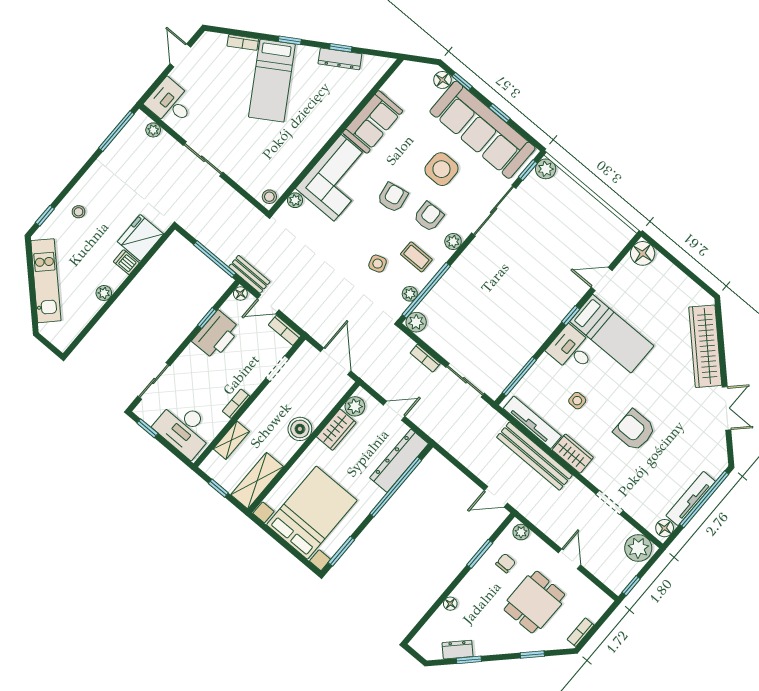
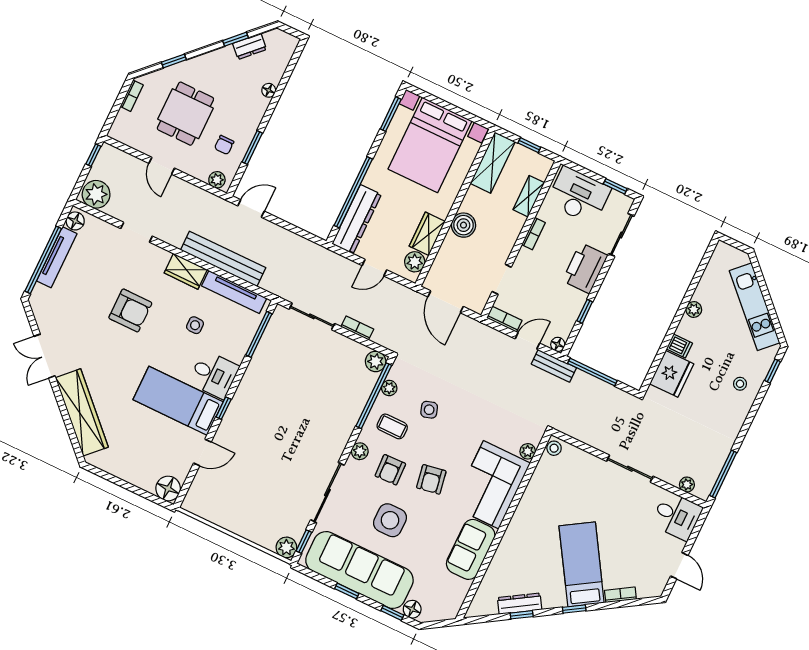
printer: (216, 335) -> (585, 268), moved

